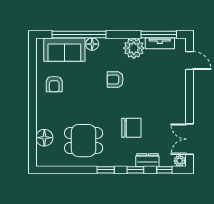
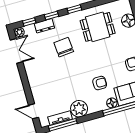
armchair: (115, 79) -> (100, 83), moved
chair: (131, 128) -> (64, 47), turned 85

